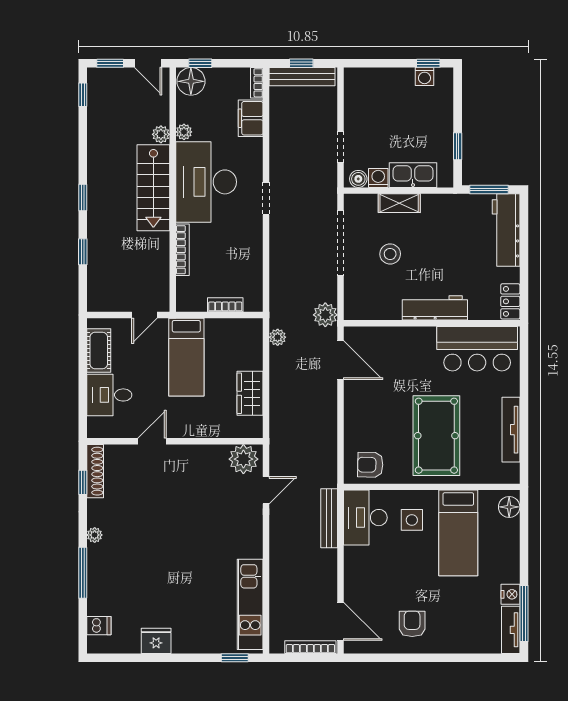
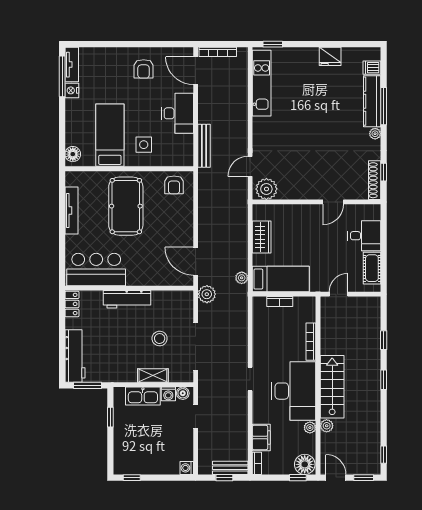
washing machine: (425, 76) -> (187, 468), moved, turned -90
bench: (302, 77) -> (230, 468), width x0.73
bed: (186, 357) -> (281, 279), moved, turned 90
armchair: (370, 465) -> (174, 185), turned 89
desk: (365, 518) -> (178, 113), moved
kitchen counter: (98, 580) -> (372, 101), added

